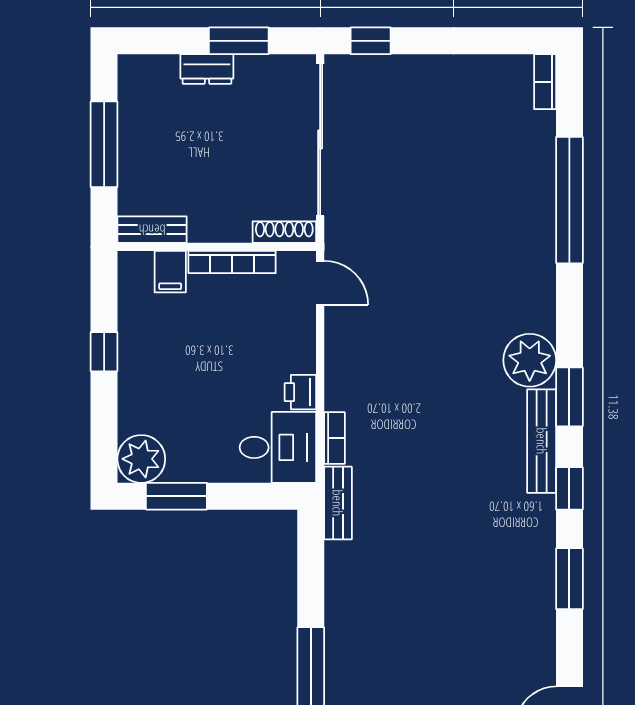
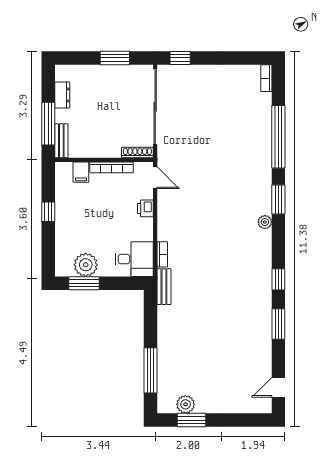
dresser: (207, 69) -> (62, 95), moved, turned -90
window: (104, 144) -> (48, 124), moved
bench: (152, 230) -> (61, 141), moved, turned 90
plant: (530, 360) -> (265, 222), width x0.53, depth x0.53
printer: (300, 392) -> (145, 208), moved
window: (569, 397) -> (278, 199), moved
bench: (542, 441) -> (265, 256), removed
plant: (141, 459) -> (86, 265), moved

